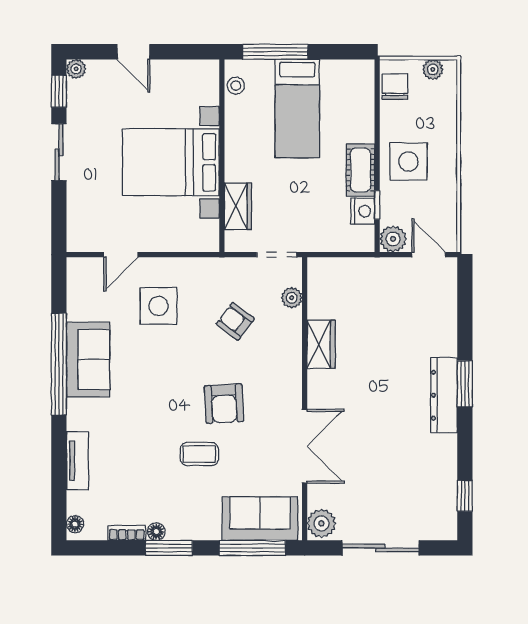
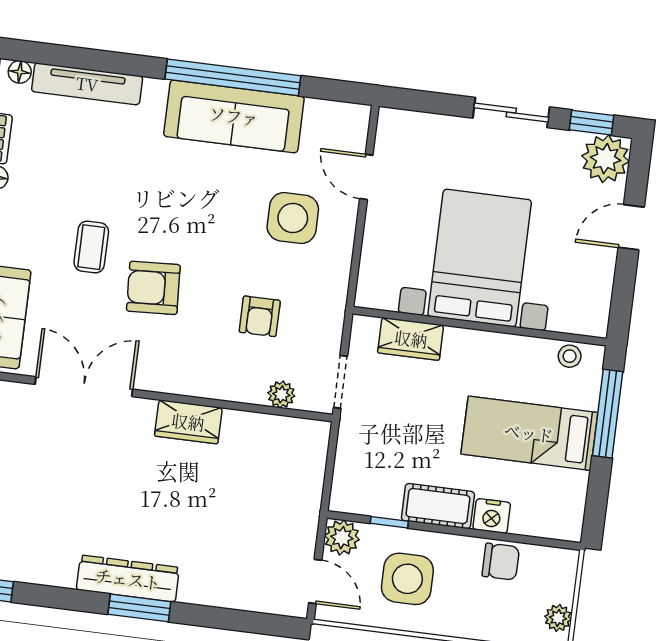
plant: (76, 69) -> (606, 159), width x1.87, depth x1.87
chair: (395, 87) -> (501, 562), moved
side table: (408, 162) -> (407, 579), moved
nightstand: (363, 211) -> (492, 516), moved
door: (429, 255) -> (315, 582), hinge flipped
armchair: (235, 321) -> (260, 316), turned 143
wardrobe: (321, 344) -> (188, 422), moved
sofa: (88, 360) -> (234, 116), width x1.36
double door: (305, 446) -> (84, 387), swing flipped
tv unit: (78, 461) -> (87, 84), width x1.41

